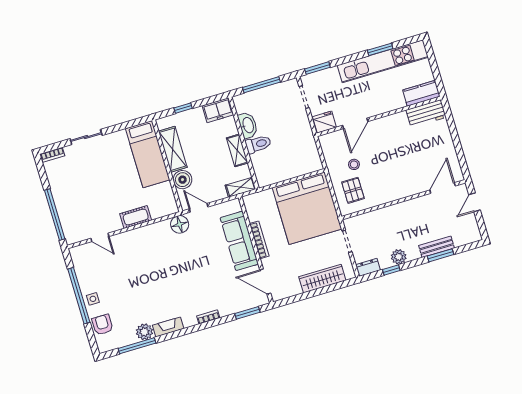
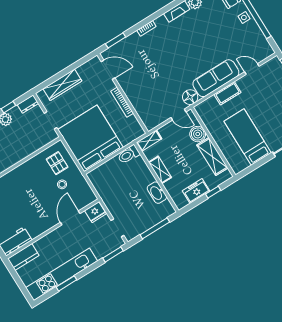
freezer: (218, 110) -> (196, 191), moved
toilet: (258, 144) -> (129, 154), moved
bed: (148, 154) -> (248, 137), moved
sofa: (239, 241) -> (216, 78), moved, turned -90

